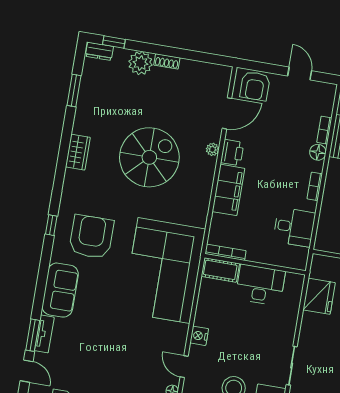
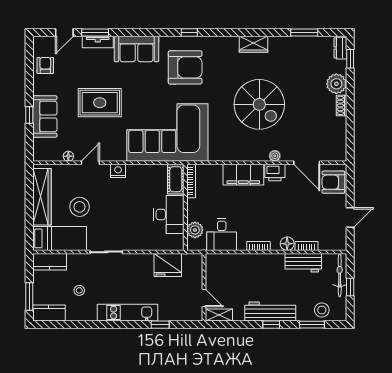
plant: (284, 258) -> (195, 230), added
rug: (116, 344) -> (100, 103), added

